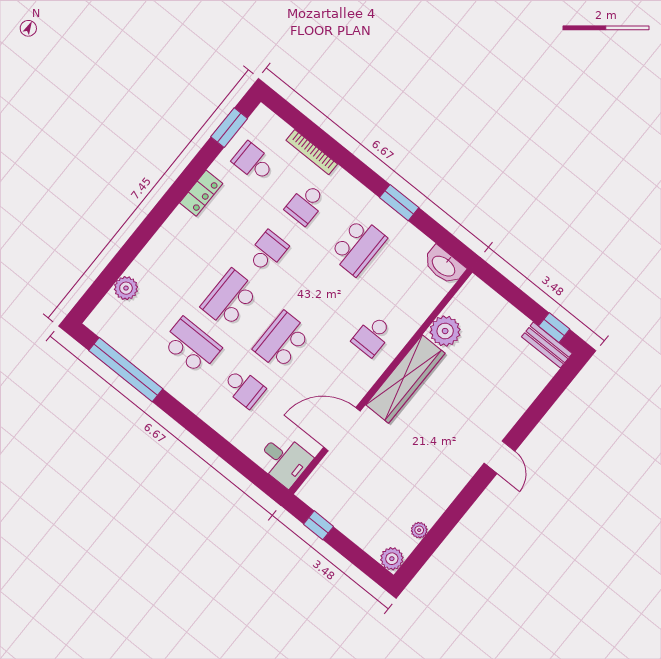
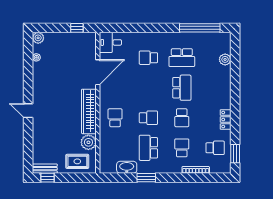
washbasin: (444, 266) -> (127, 167), moved
rug: (487, 315) -> (77, 161), added
school desk: (282, 341) -> (148, 118), moved, width x0.54

